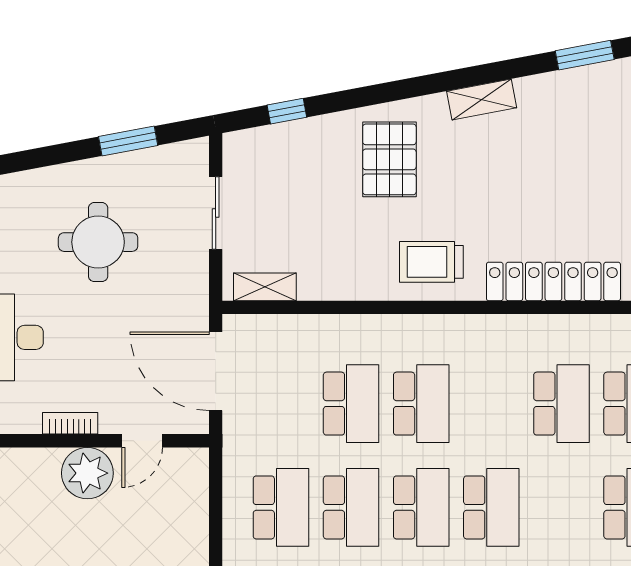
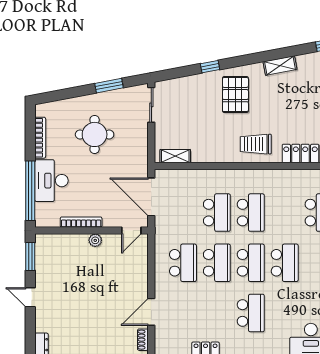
window: (287, 111) -> (210, 67), moved
sliding door: (216, 213) -> (151, 105), moved
bookcase: (70, 423) -> (81, 222), width x1.56
door: (142, 441) -> (131, 231), moved
plant: (87, 473) -> (95, 240), width x0.53, depth x0.53

